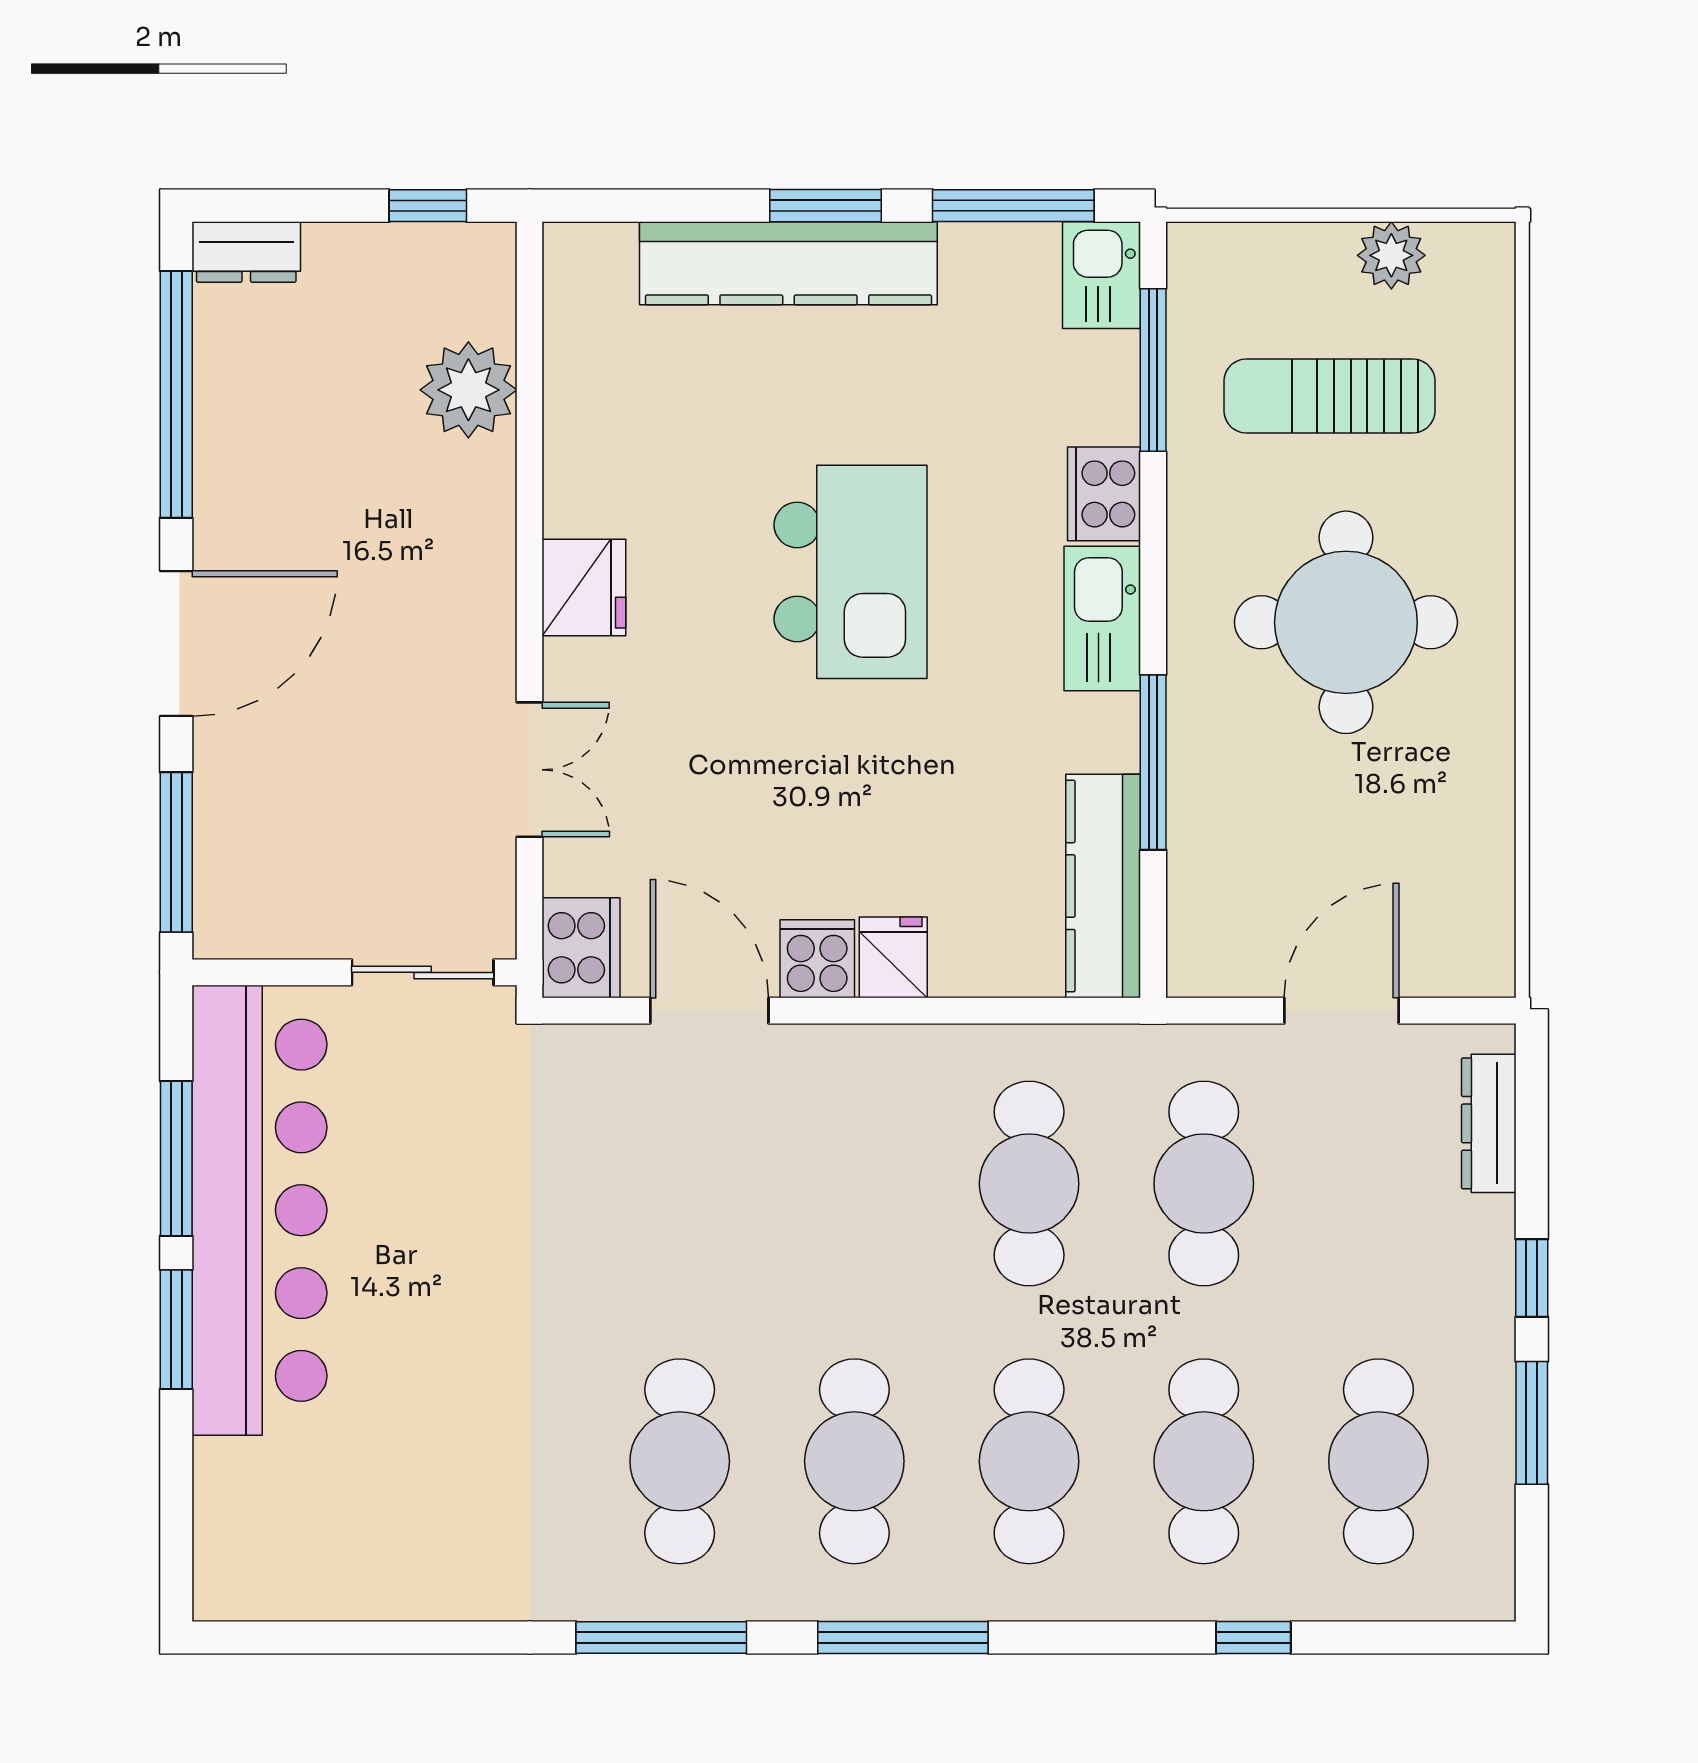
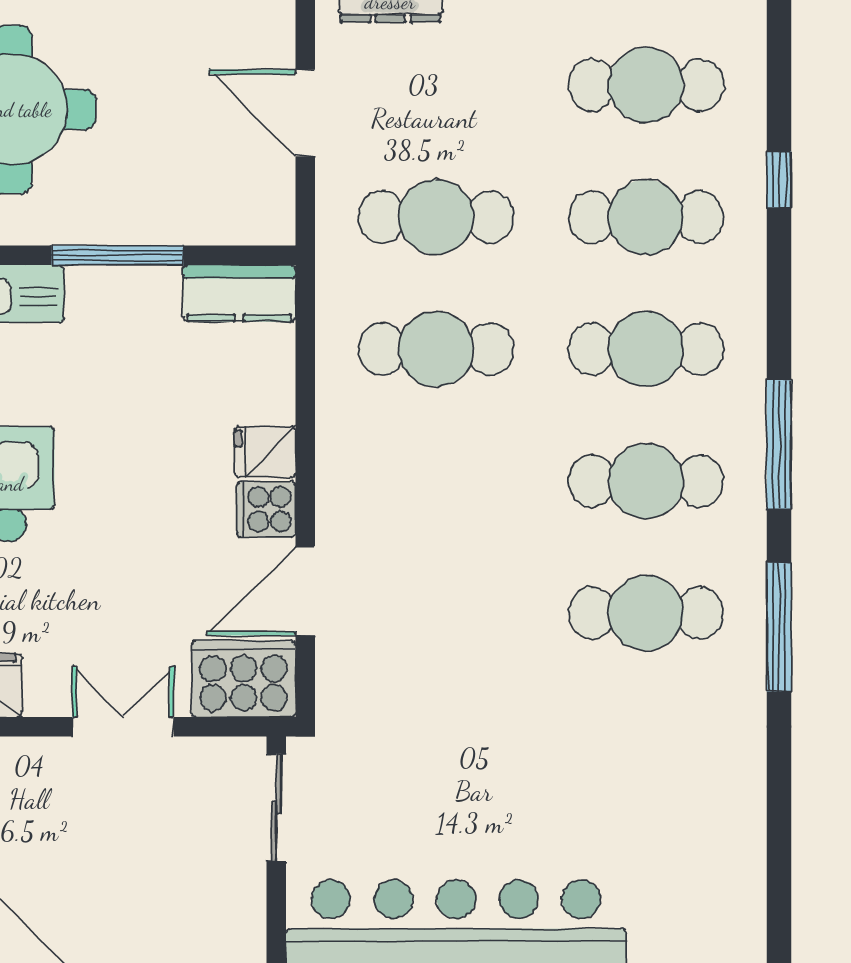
kitchen counter: (1103, 886) -> (239, 293), width x0.67
cooker: (581, 948) -> (244, 679), width x1.37, depth x1.31

